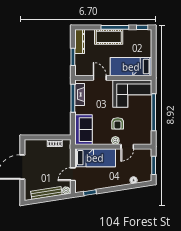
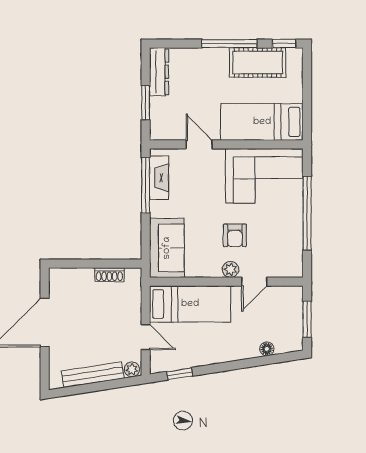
cot: (109, 37) -> (258, 63), moved
door: (73, 174) -> (146, 337), swing flipped

